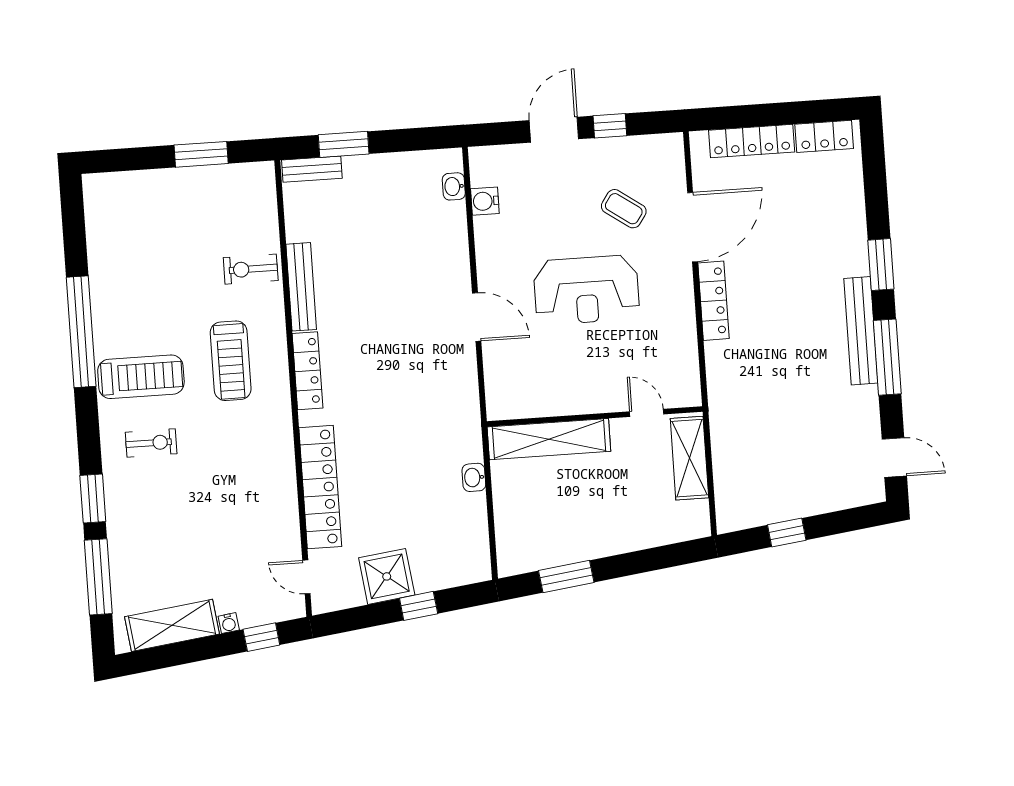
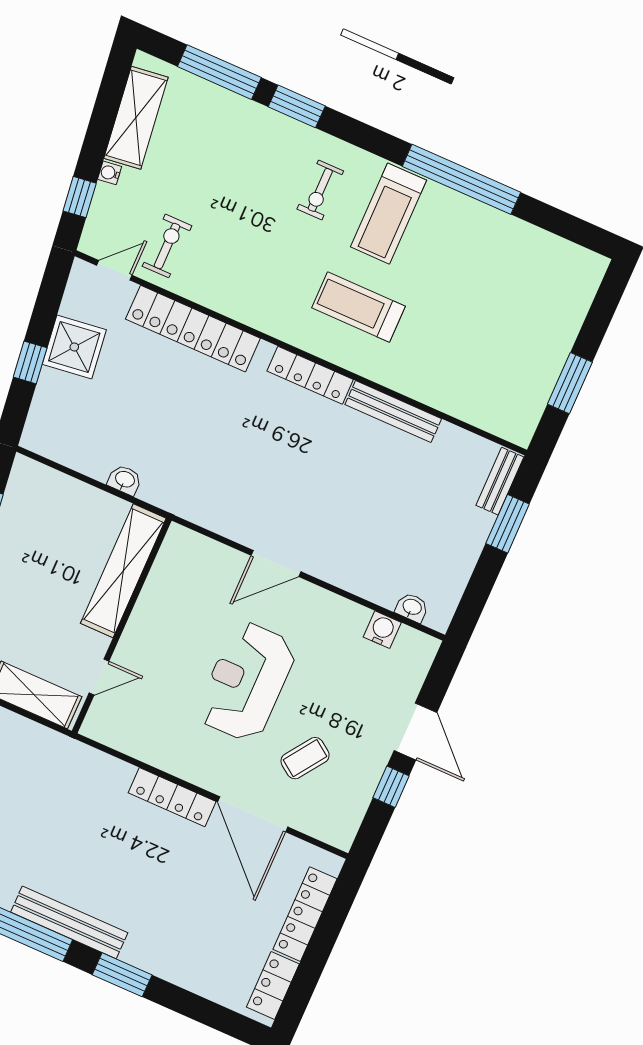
exercise bike: (251, 269) -> (167, 246), moved

